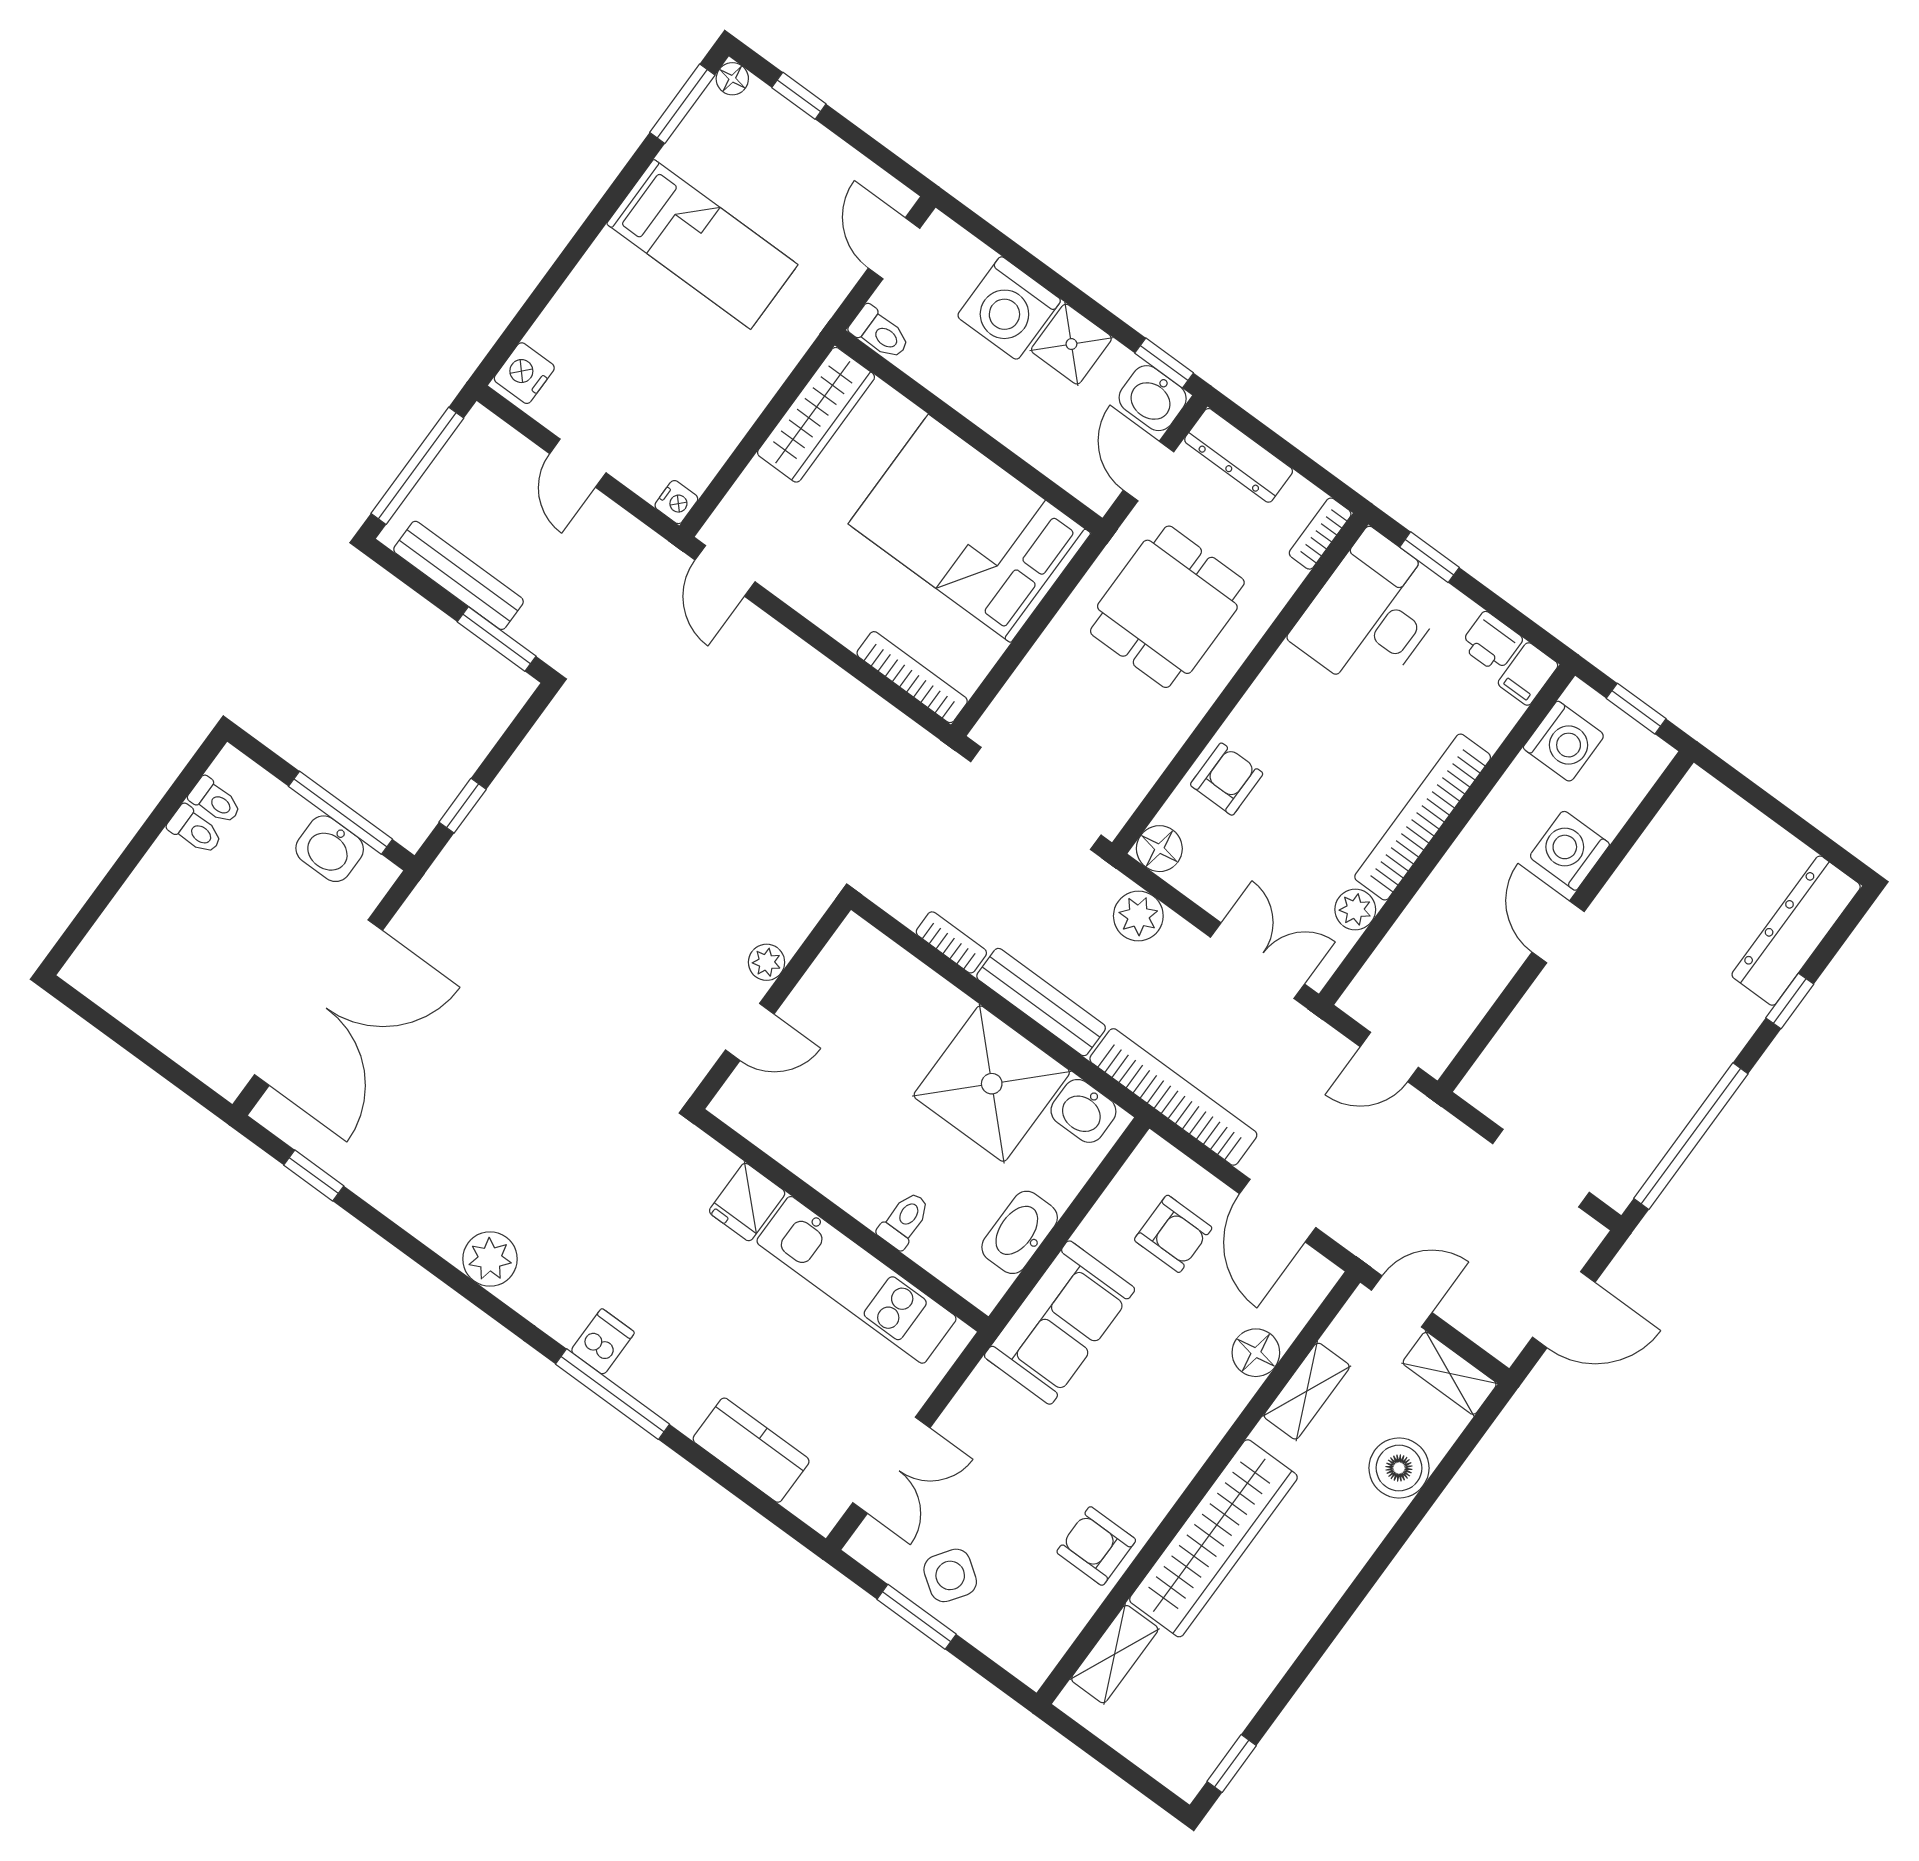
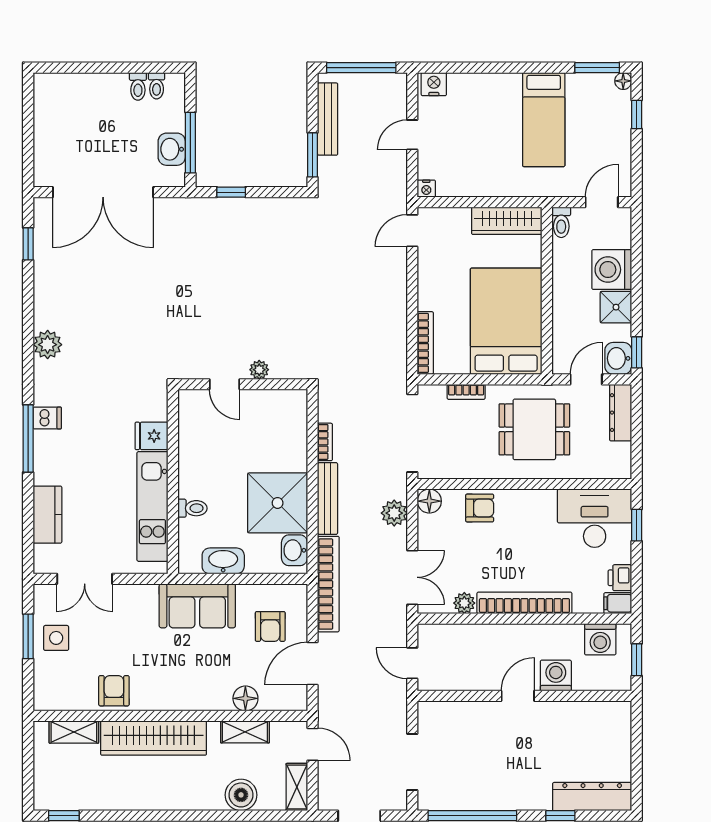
bookcase: (1320, 534) -> (466, 392), moved, turned 180
side table: (950, 1575) -> (56, 638), turned -35

